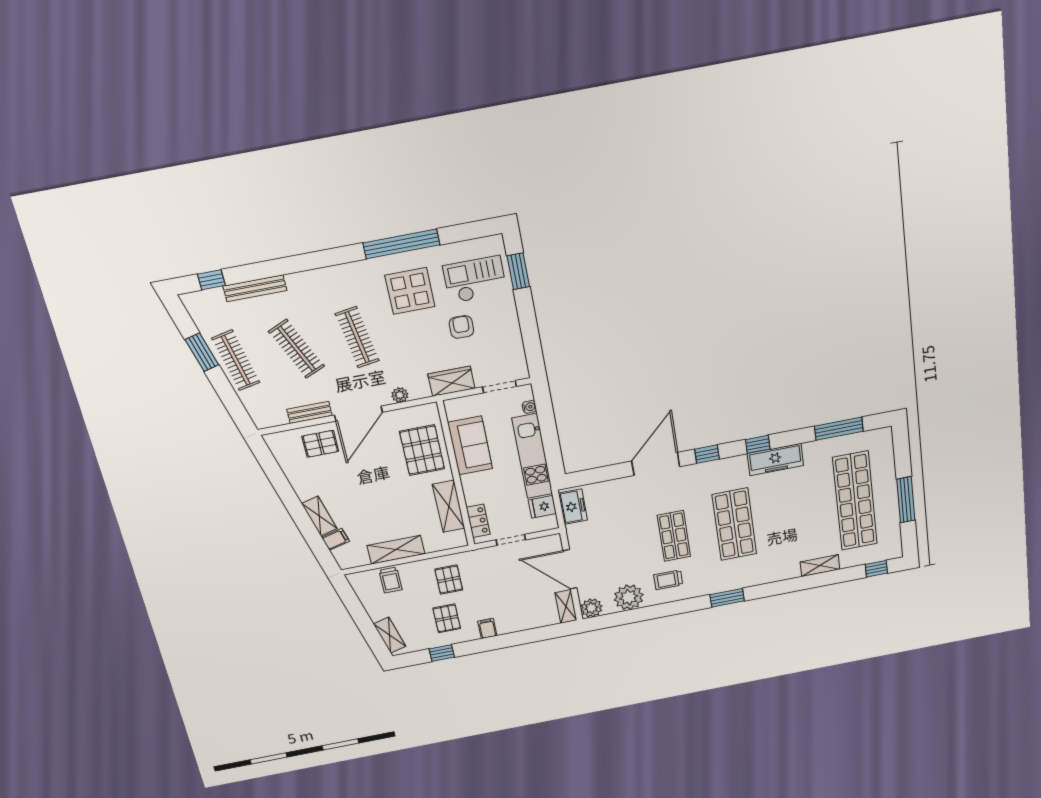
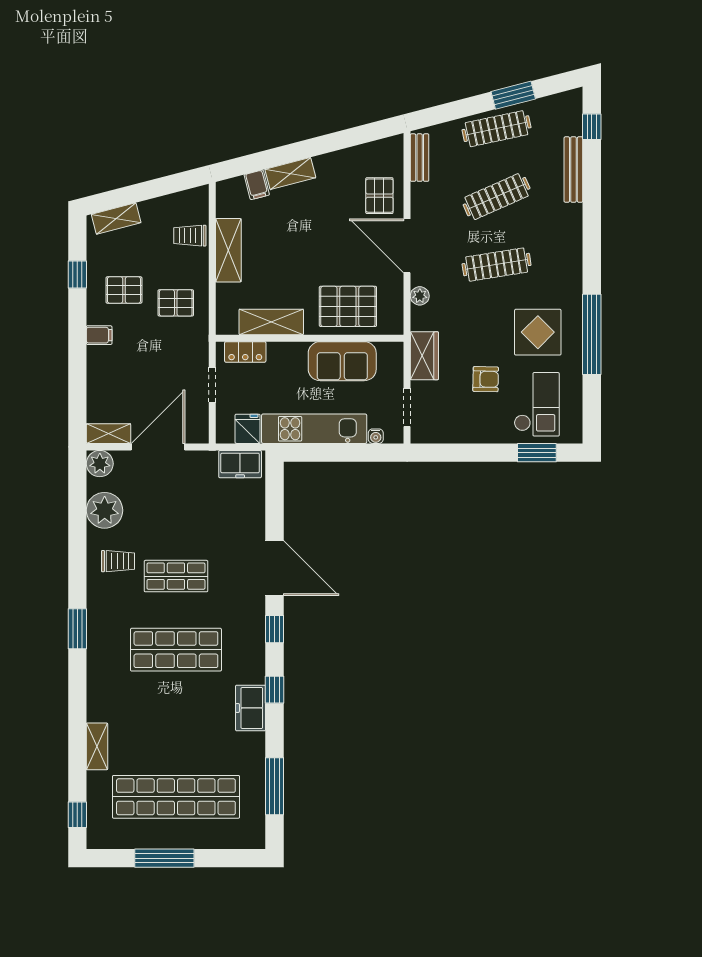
bench: (309, 412) -> (420, 158), moved
freezer: (775, 460) -> (251, 708), width x0.71
trolley: (668, 580) -> (118, 561), turned 90

